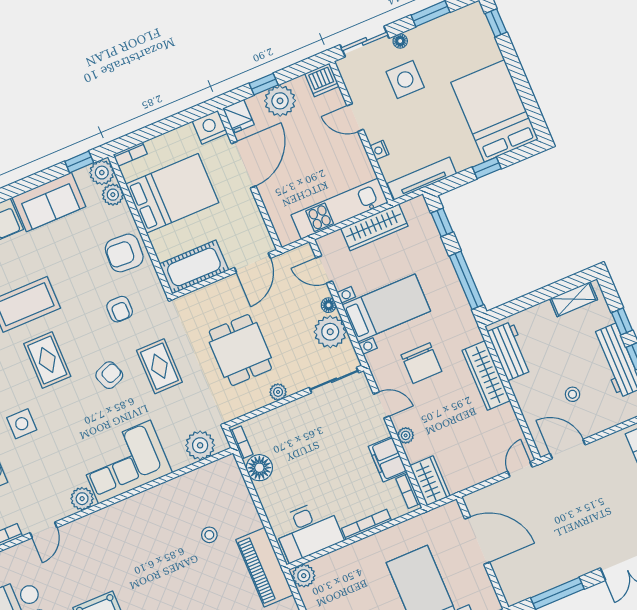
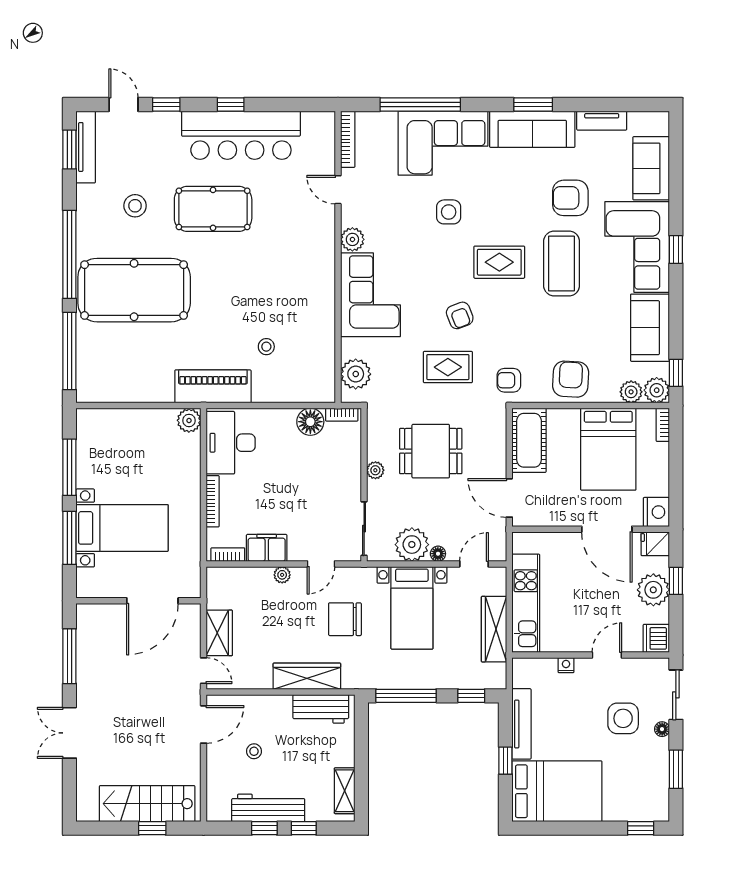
tv unit: (422, 179) -> (521, 724), moved
armchair: (120, 309) -> (509, 380), moved
wardrobe: (430, 481) -> (219, 633), moved, turned -90

